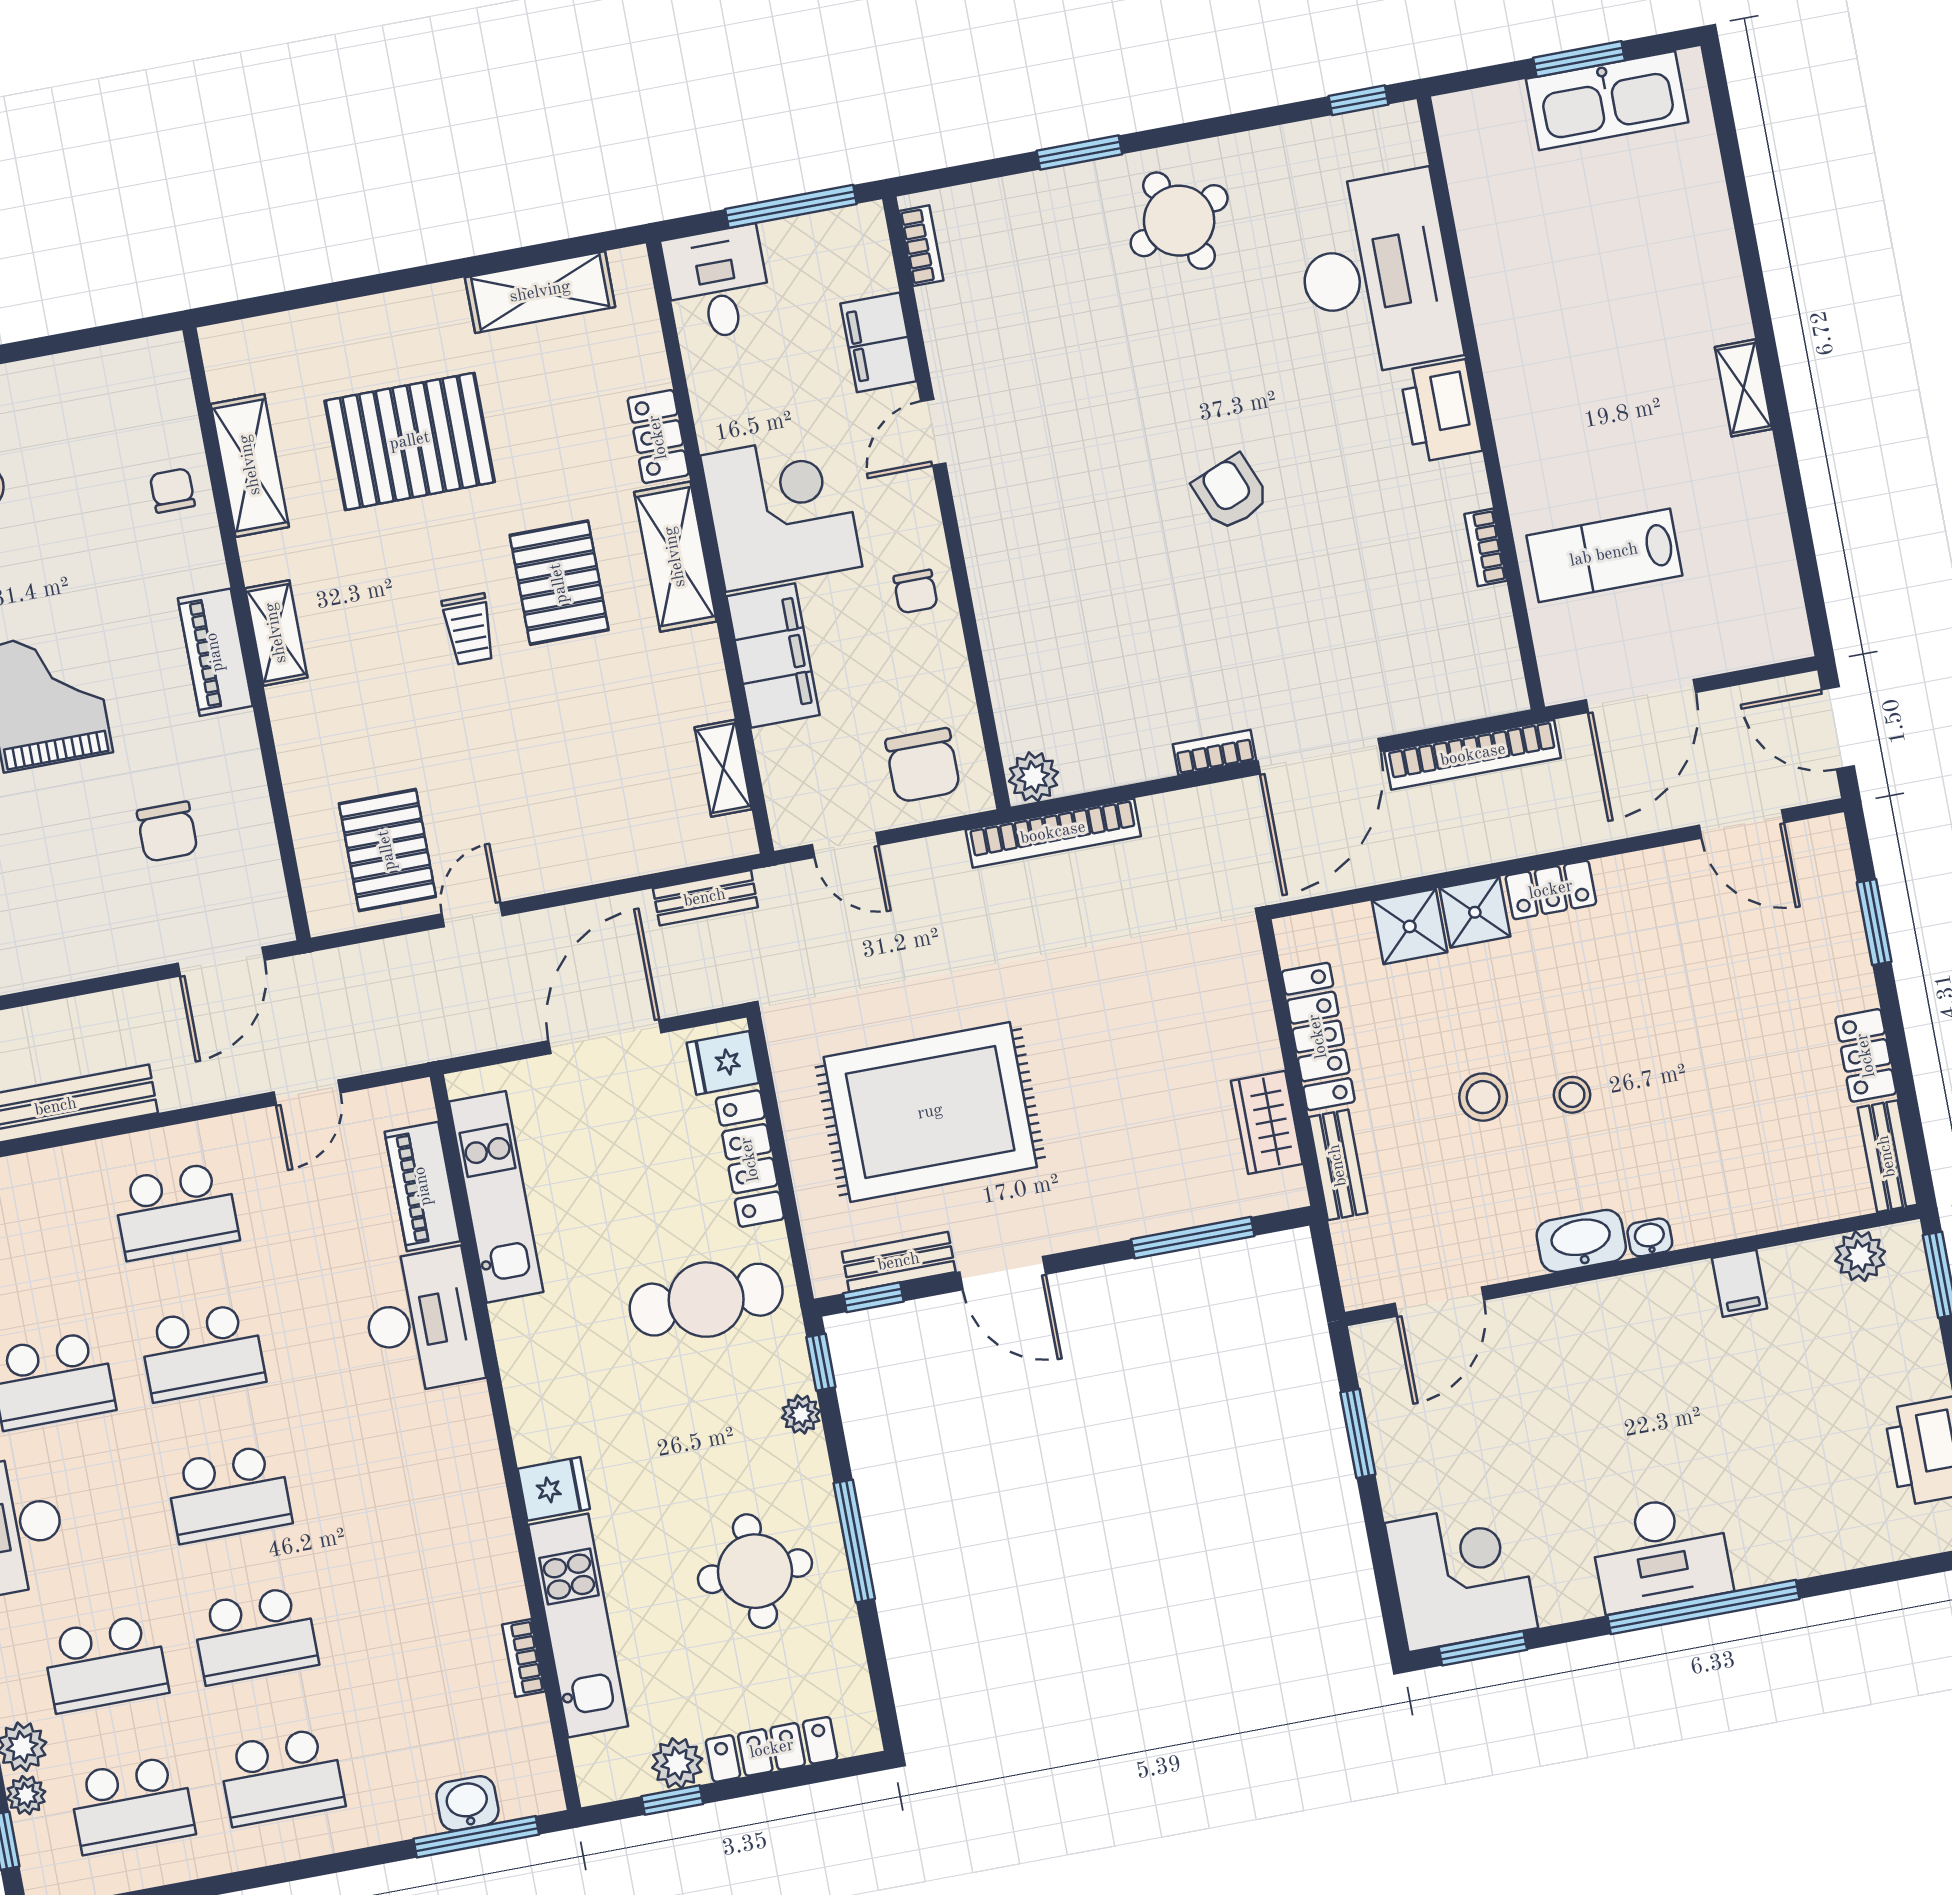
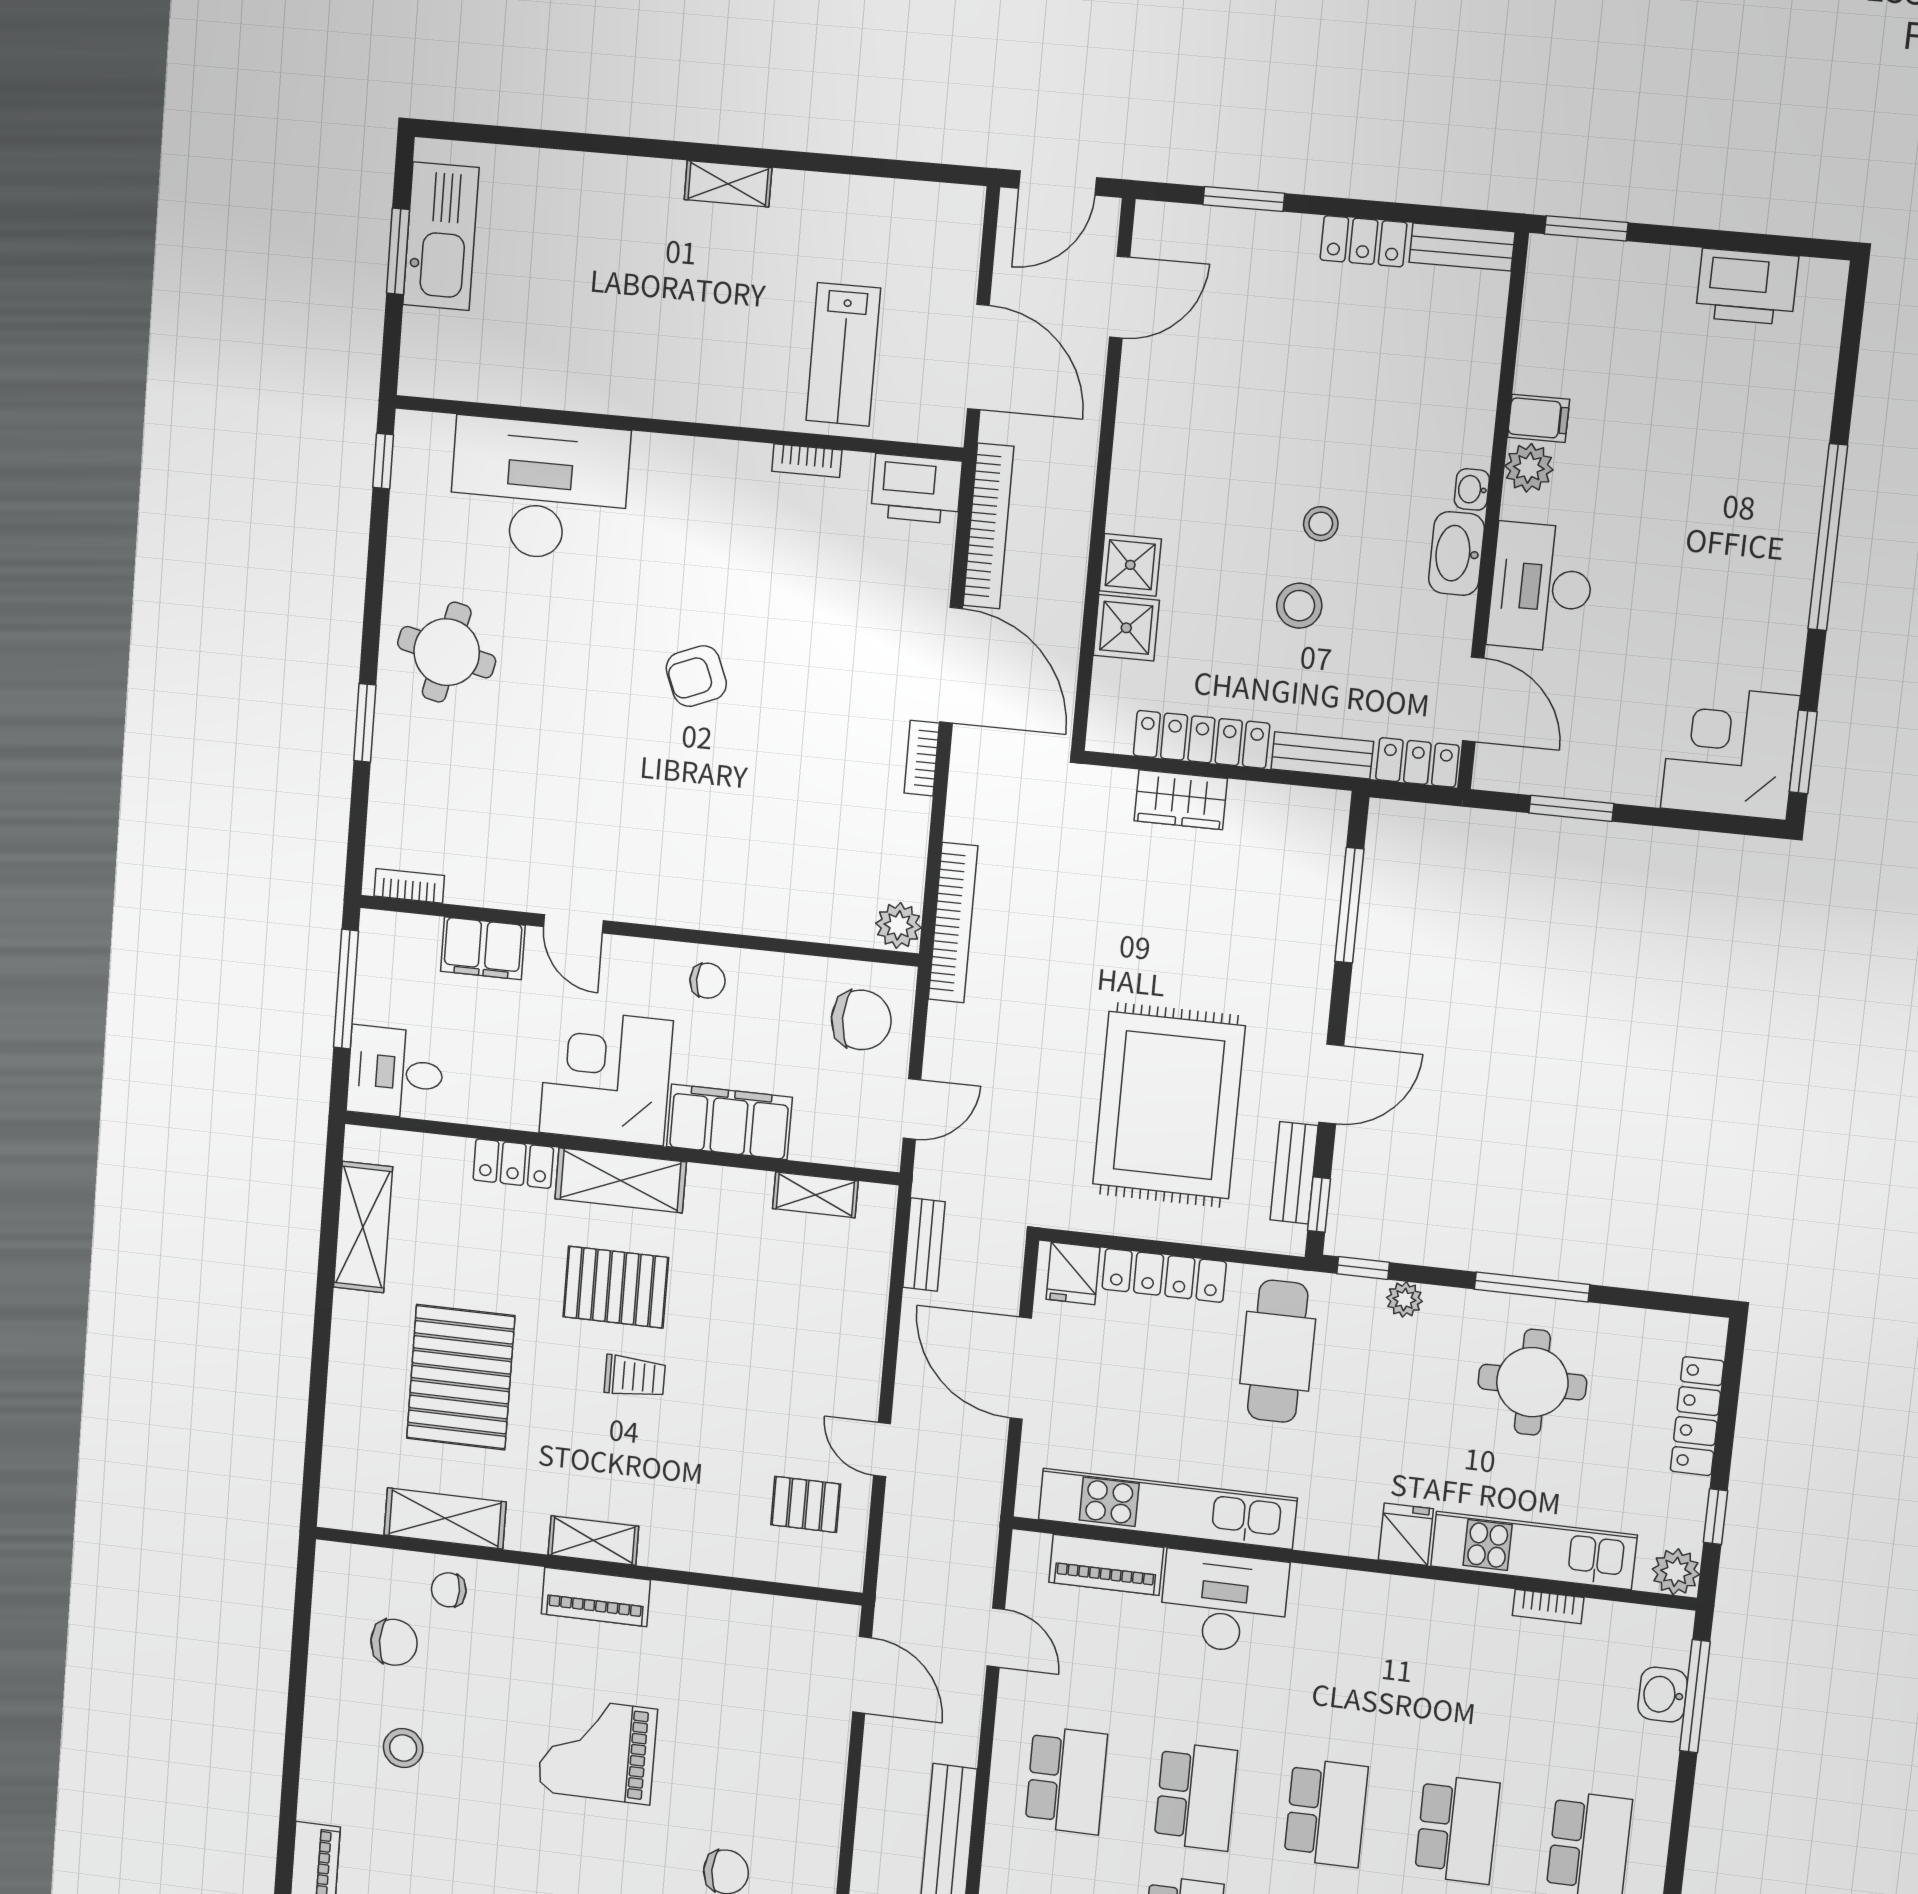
round table: (1179, 221) -> (447, 652), turned 35
printer: (1441, 411) -> (916, 489), moved
chair: (167, 832) -> (394, 1642), moved
pallet: (387, 850) -> (806, 1504), width x0.67, depth x0.71
locker: (1551, 890) -> (1417, 762), moved, turned -90
wardrobe: (1267, 1122) -> (1181, 800), moved
kitchen unit: (496, 1197) -> (1167, 1509), width x1.36
plant: (1860, 1256) -> (1529, 468), moved
desk: (1661, 1553) -> (1541, 587), moved, turned 180
plant: (677, 1763) -> (1676, 1572), moved

